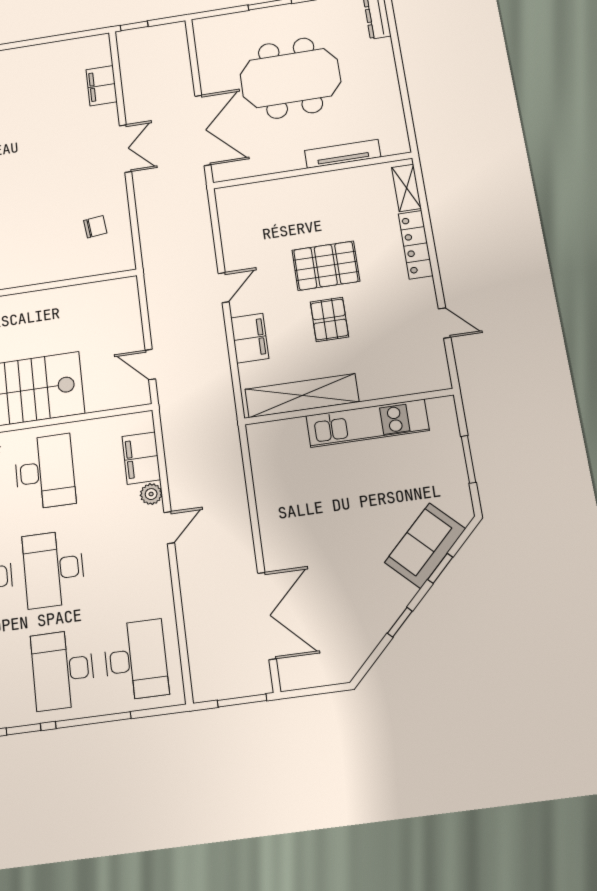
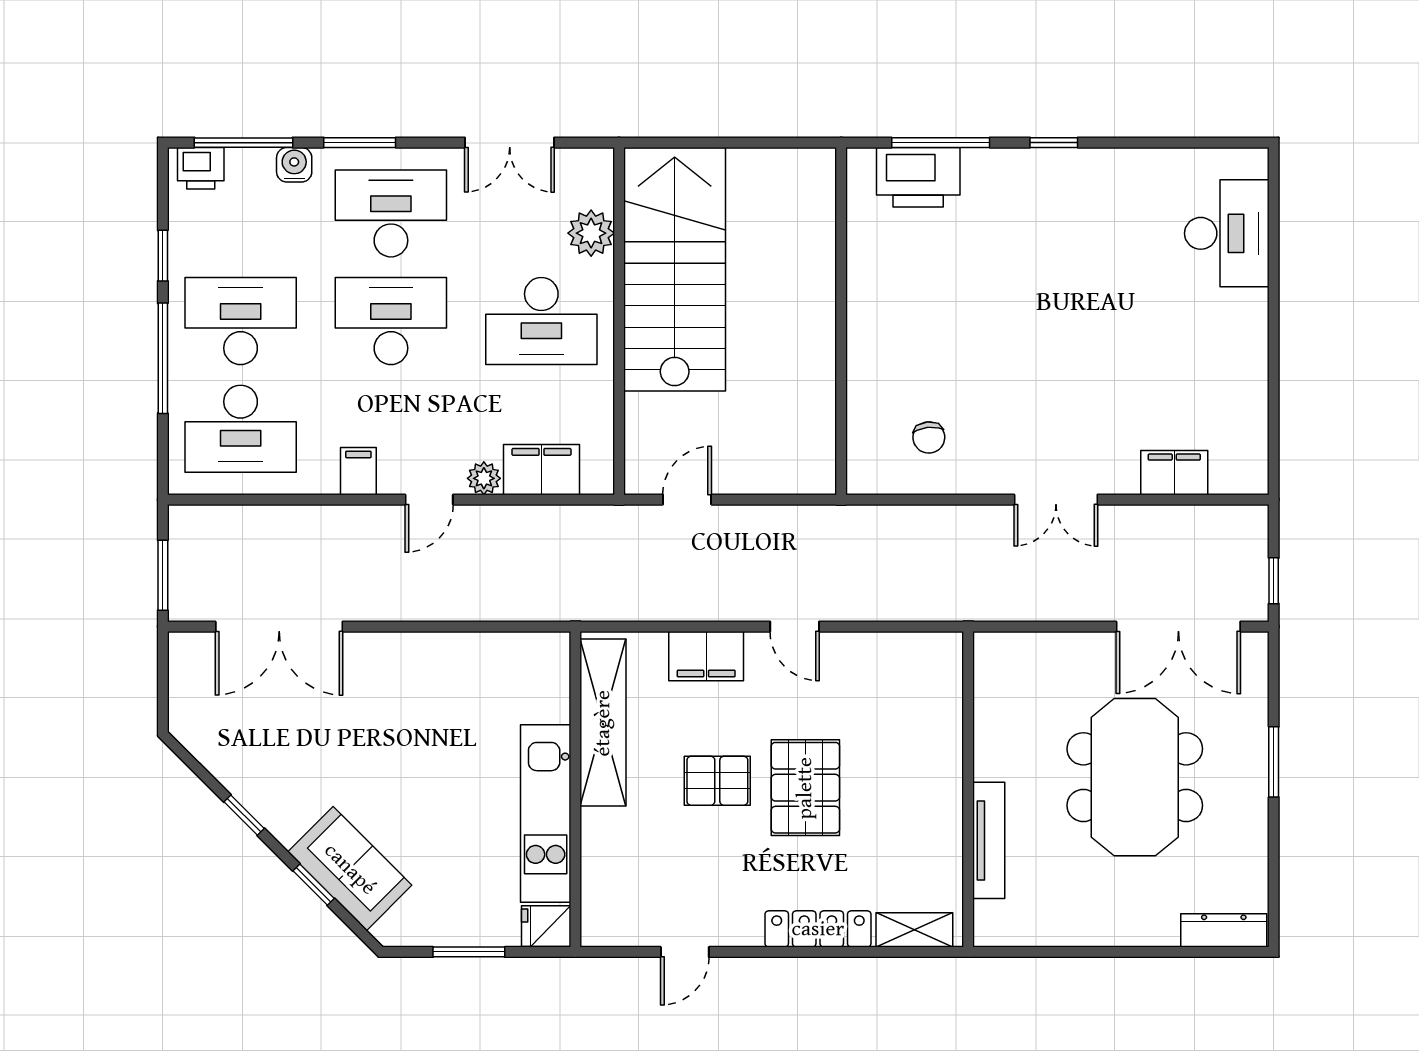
window: (134, 26) -> (1274, 581), moved
double door: (203, 130) -> (1178, 627), moved
fridge: (443, 412) -> (546, 926), added
door: (169, 528) -> (429, 500), hinge flipped
filing cabinet: (156, 577) -> (358, 471), added

